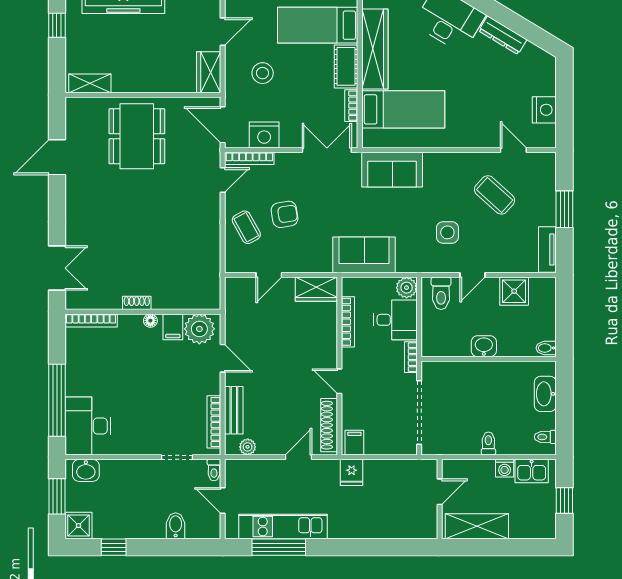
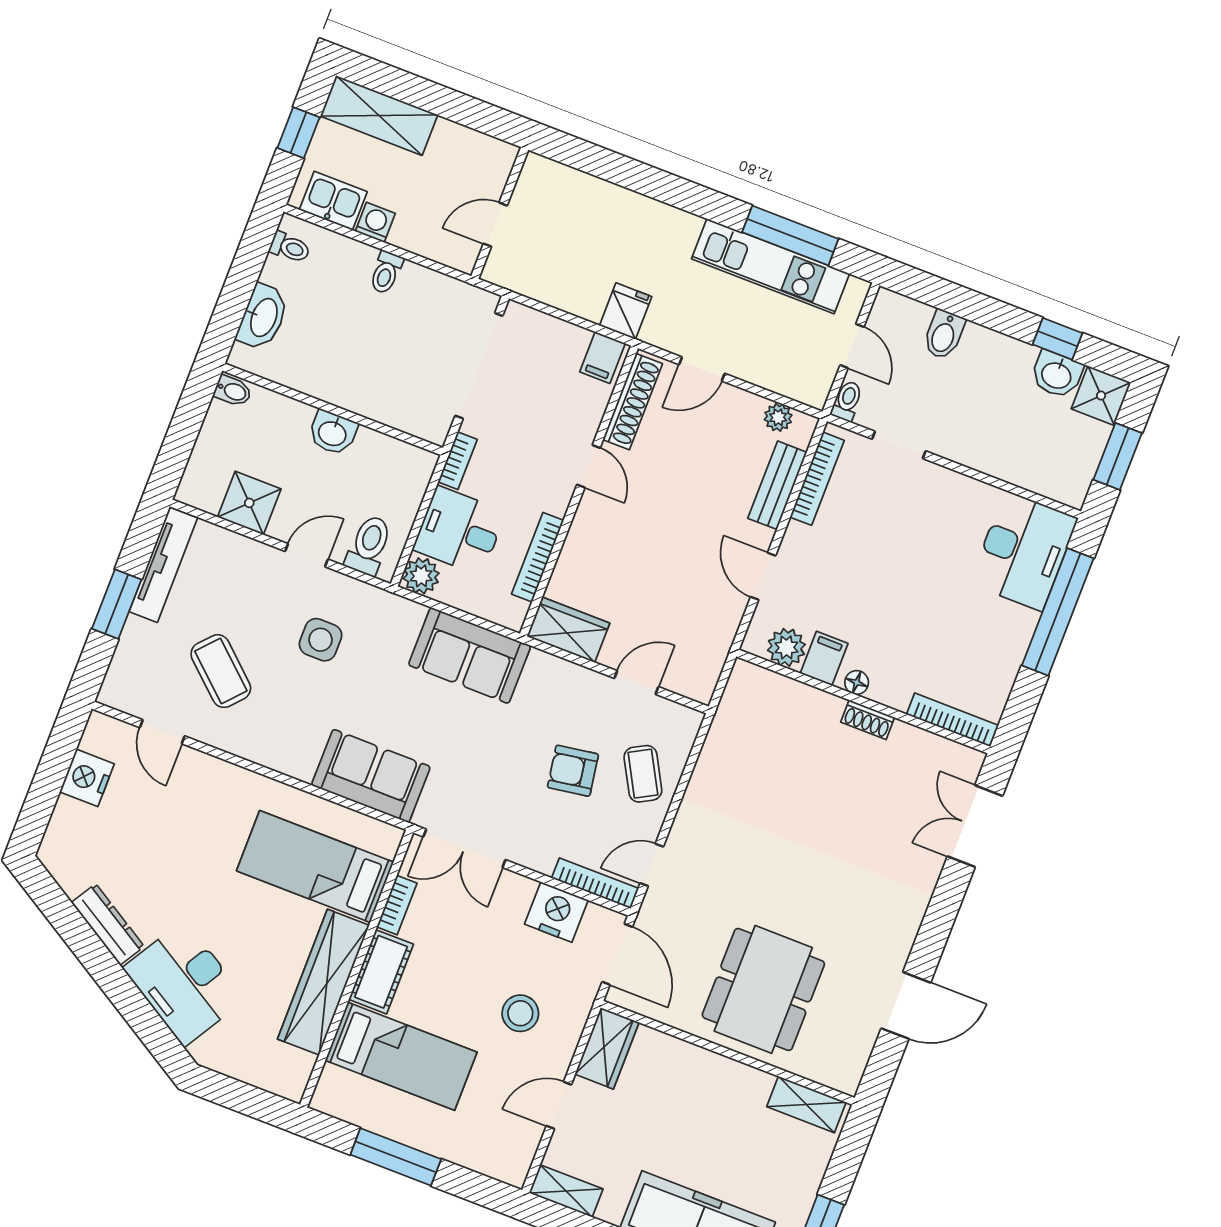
tv unit: (547, 249) -> (163, 565), width x1.41
plant: (199, 329) -> (786, 647), width x0.73, depth x0.73
washbasin: (86, 470) -> (1057, 375), moved, turned 180
shelving: (477, 526) -> (379, 116), moved

